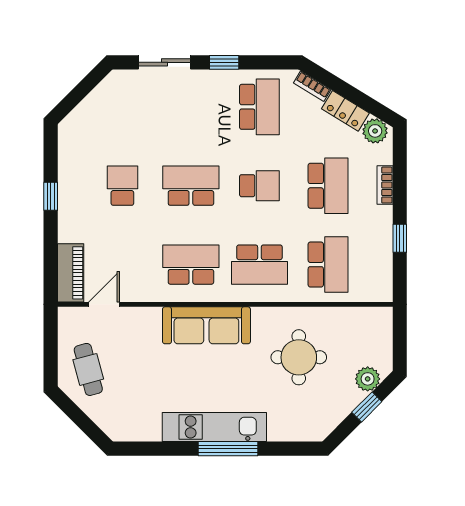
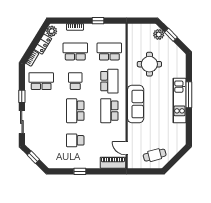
window: (83, 89) -> (33, 157), added

